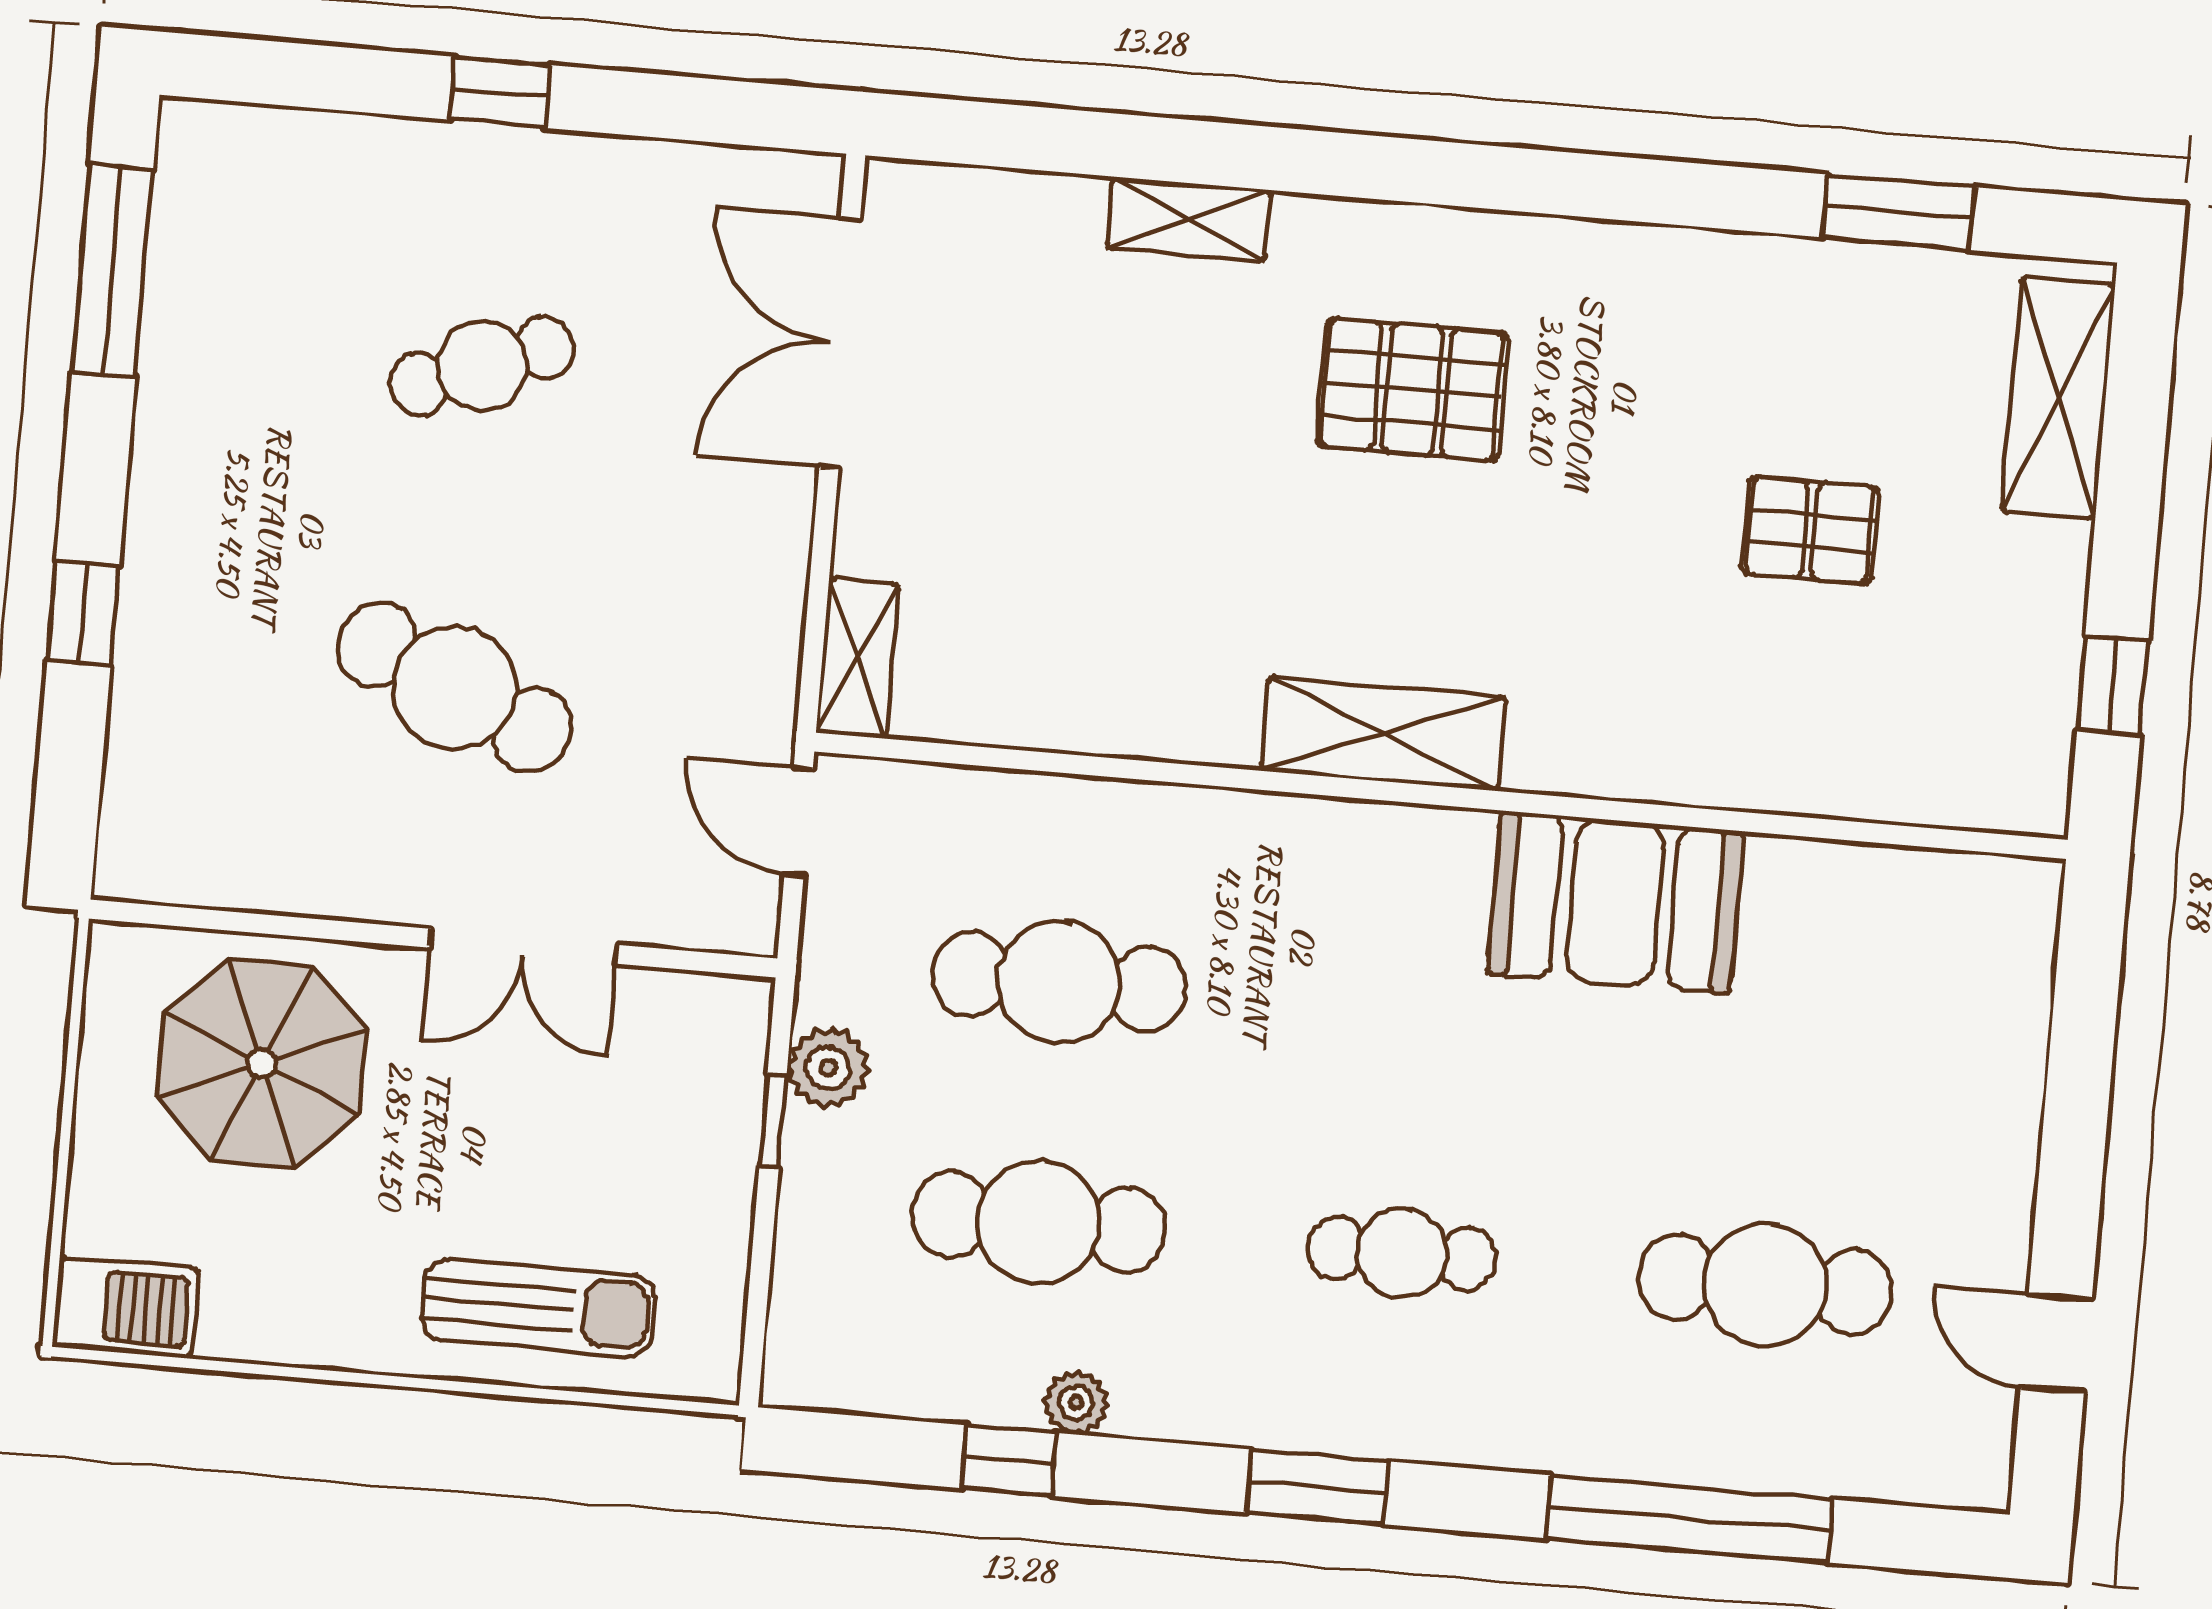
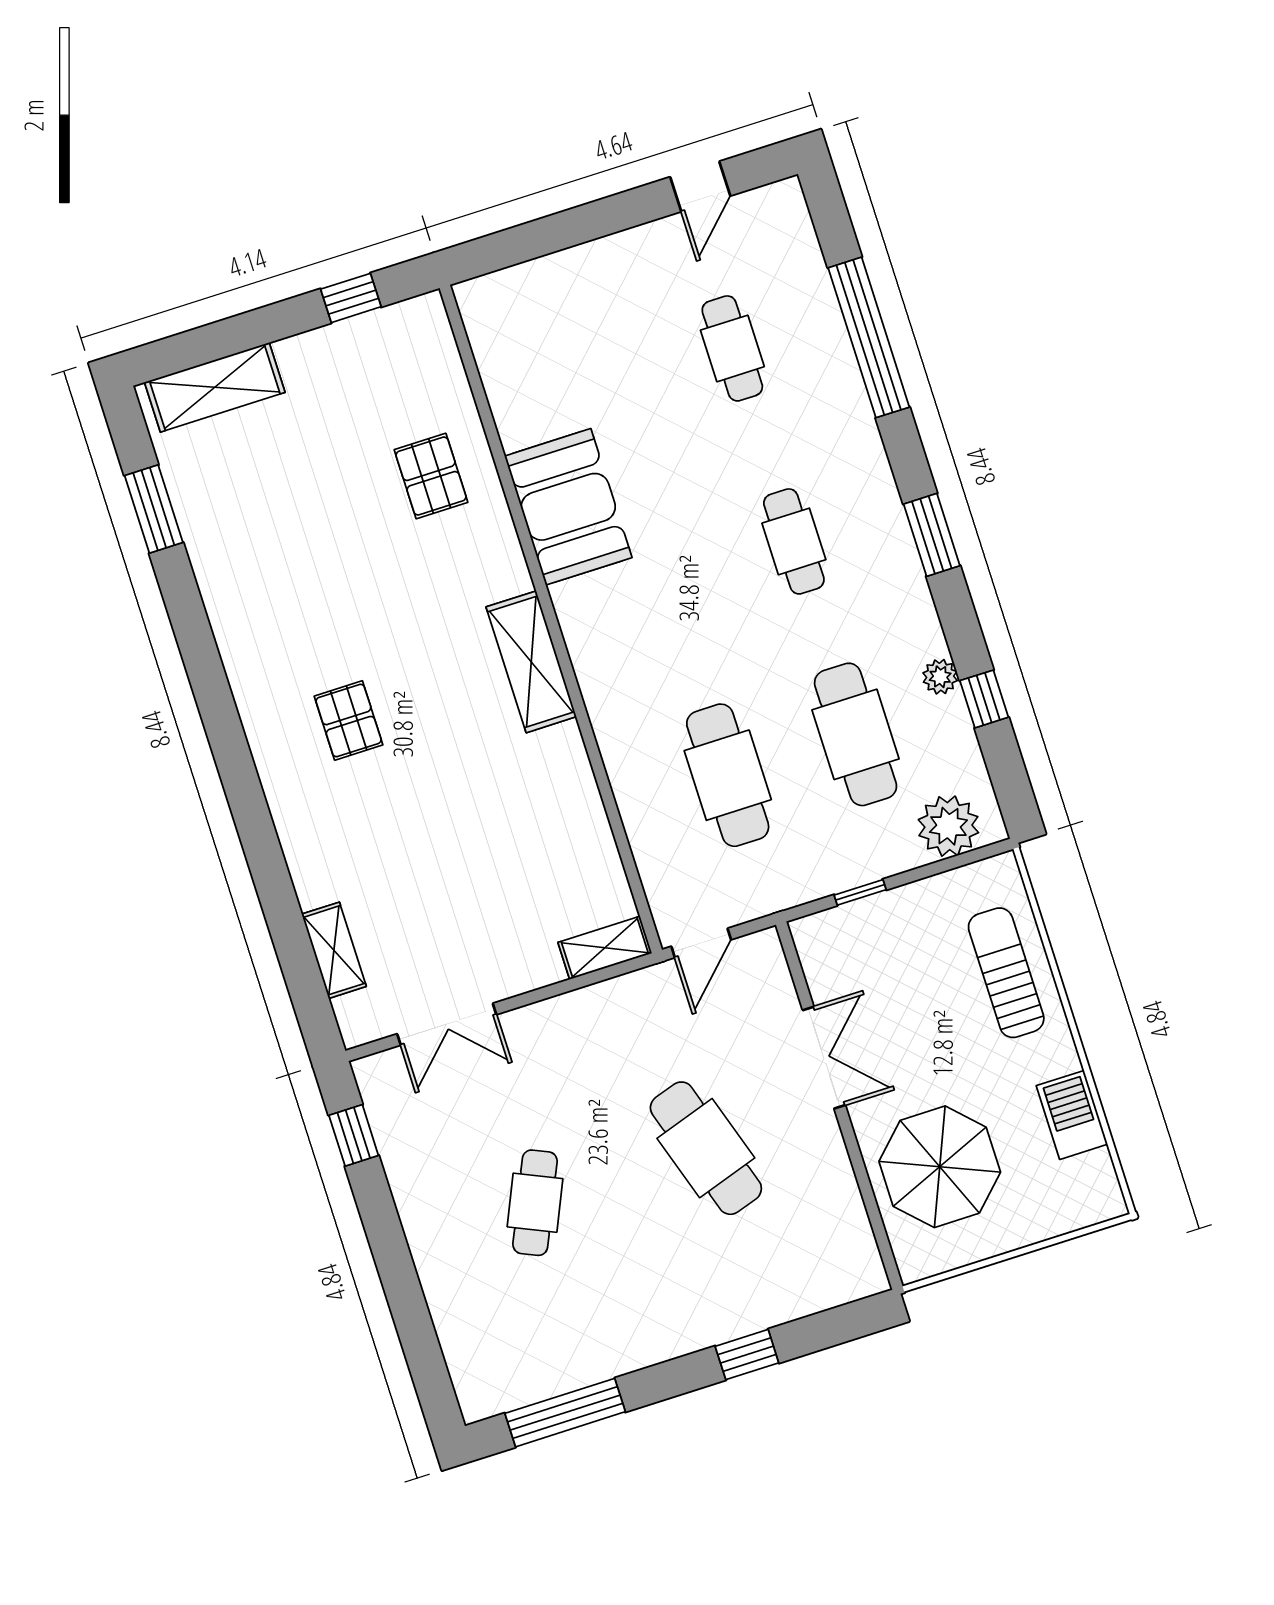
window: (500, 92) -> (354, 1135), moved
shelving: (1189, 219) -> (334, 950), moved
double door: (840, 343) -> (447, 1024), width x0.73
cafe table: (482, 366) -> (535, 1203), turned 45
pallet: (1412, 390) -> (349, 721), width x0.67, depth x0.71
pallet: (1810, 530) -> (431, 476), moved
cafe table: (455, 688) -> (706, 1148), turned -42
plant: (828, 1068) -> (948, 826), moved, width x1.36, depth x1.36
cafe table: (1765, 1285) -> (732, 348), width x0.73, depth x0.74
barbecue: (125, 1307) -> (1072, 1115), moved

